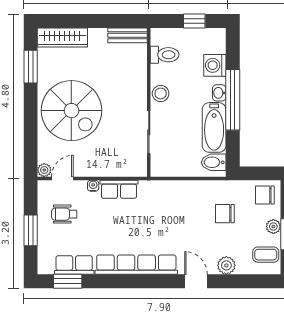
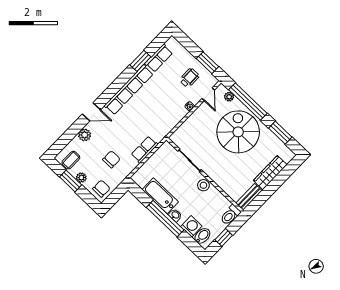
wardrobe: (62, 37) -> (270, 173), moved
toilet: (165, 55) -> (230, 215), moved
spiral stairs: (71, 111) -> (238, 132), turned 90
window: (31, 131) -> (248, 102), added
bidet: (214, 162) -> (202, 236), moved
plant: (44, 170) -> (229, 97), moved
row of seats: (119, 189) -> (145, 150), moved
window: (31, 230) -> (207, 63), moved
window: (68, 281) -> (140, 61), moved

